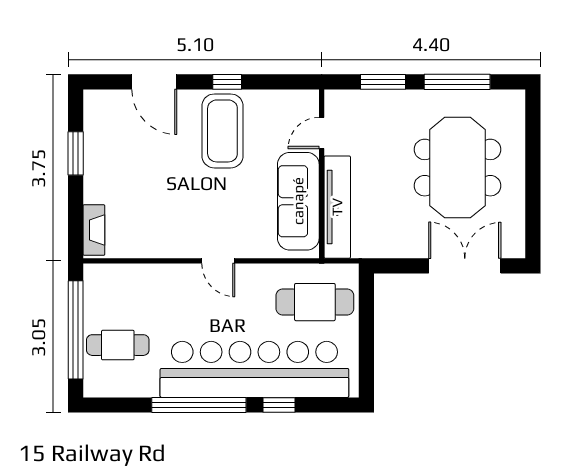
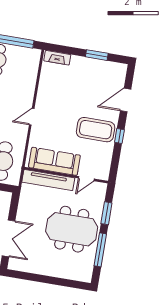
door: (322, 133) -> (86, 179), swing flipped
meeting table: (457, 168) -> (72, 229), moved

